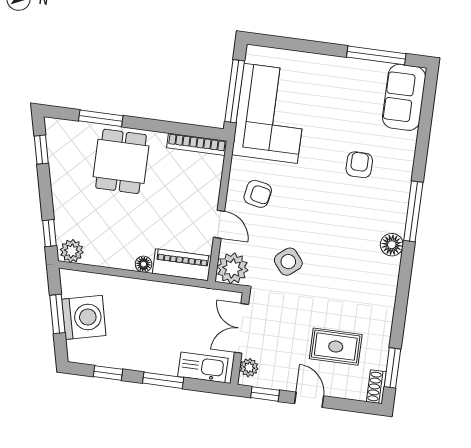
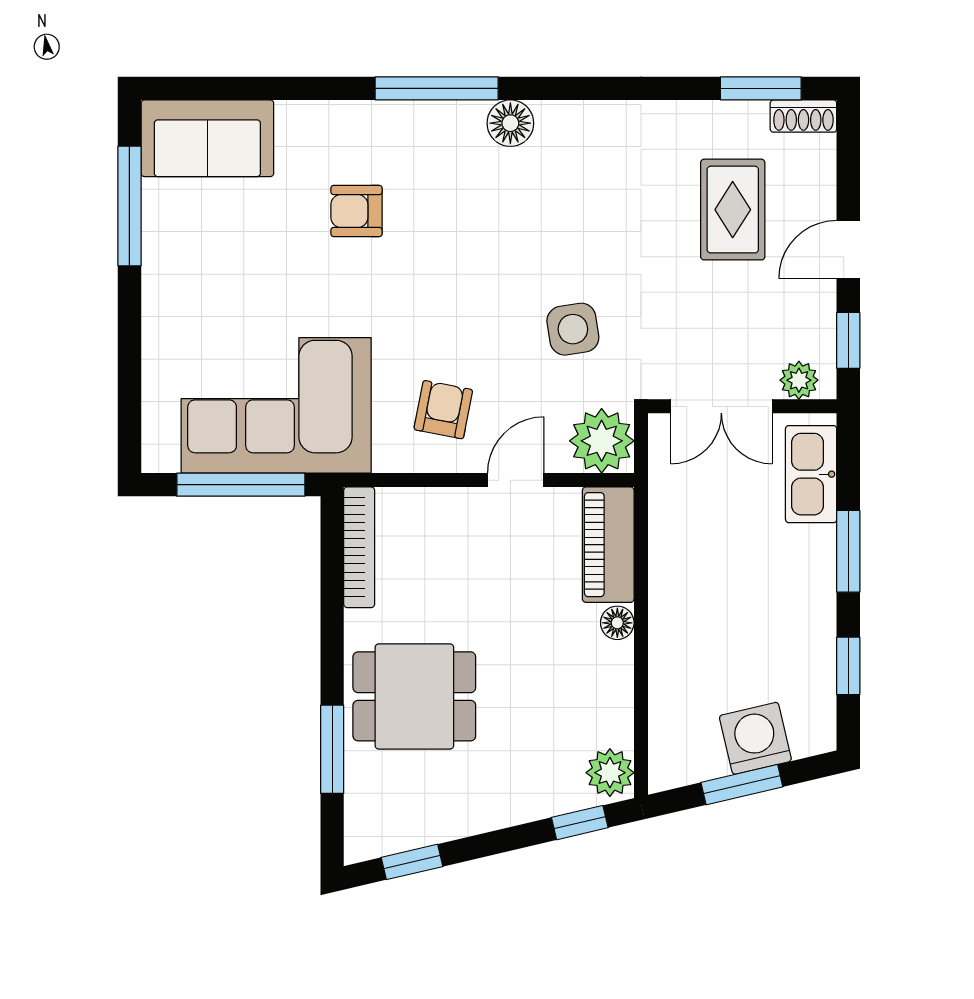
side table: (288, 262) -> (573, 329), turned 30
washing machine: (84, 317) -> (755, 738), width x0.73, depth x0.73

